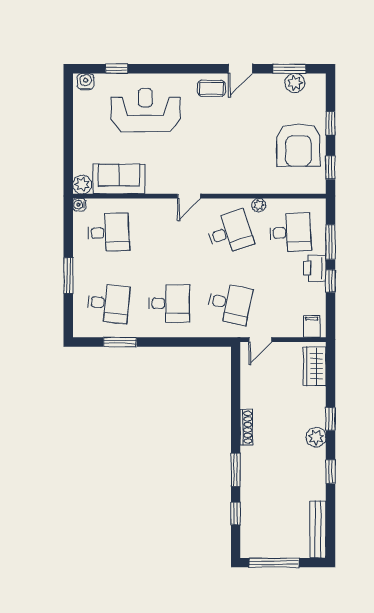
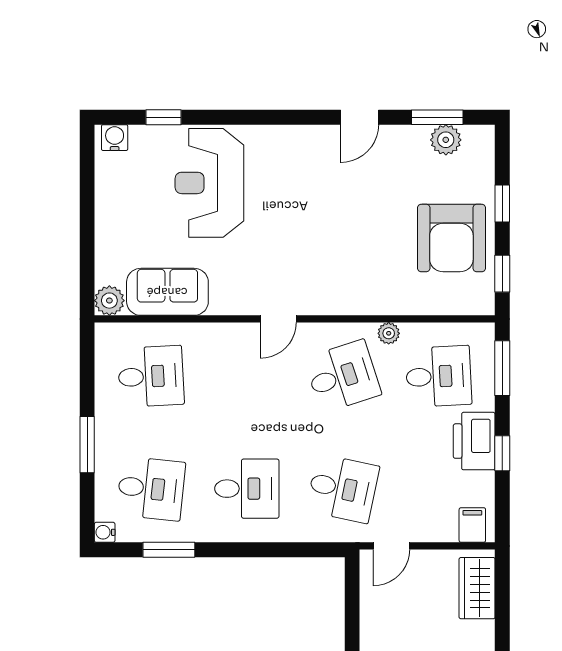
coffee table: (211, 88) -> (314, 148), removed
reception desk: (146, 110) -> (209, 183), turned -90
water cooler: (79, 205) -> (105, 532), moved
window: (331, 242) -> (502, 368), moved
printer: (315, 268) -> (474, 441), width x1.37, depth x1.19

